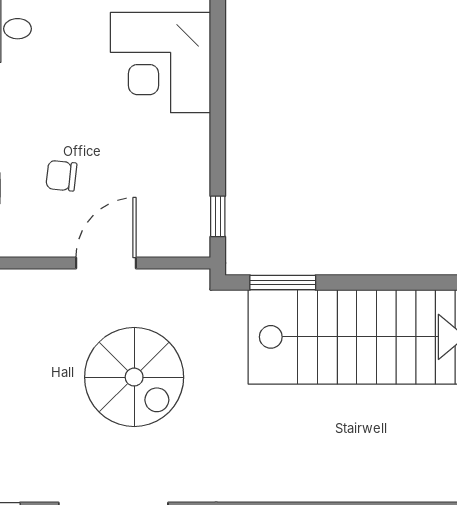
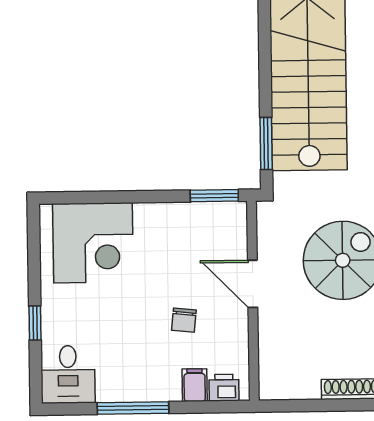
window: (218, 216) -> (214, 196), width x1.50

